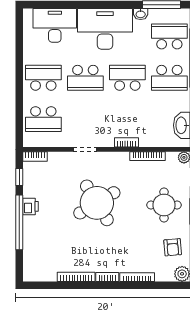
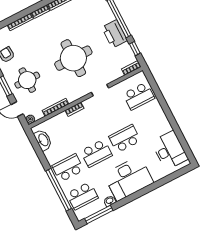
desk: (55, 25) -> (170, 150), moved, turned -90
school desk: (43, 78) -> (153, 124), removed
school desk: (43, 119) -> (139, 96), turned 180
round table: (97, 203) -> (73, 58), turned 31
printer: (31, 206) -> (114, 34), width x1.87, depth x1.48

